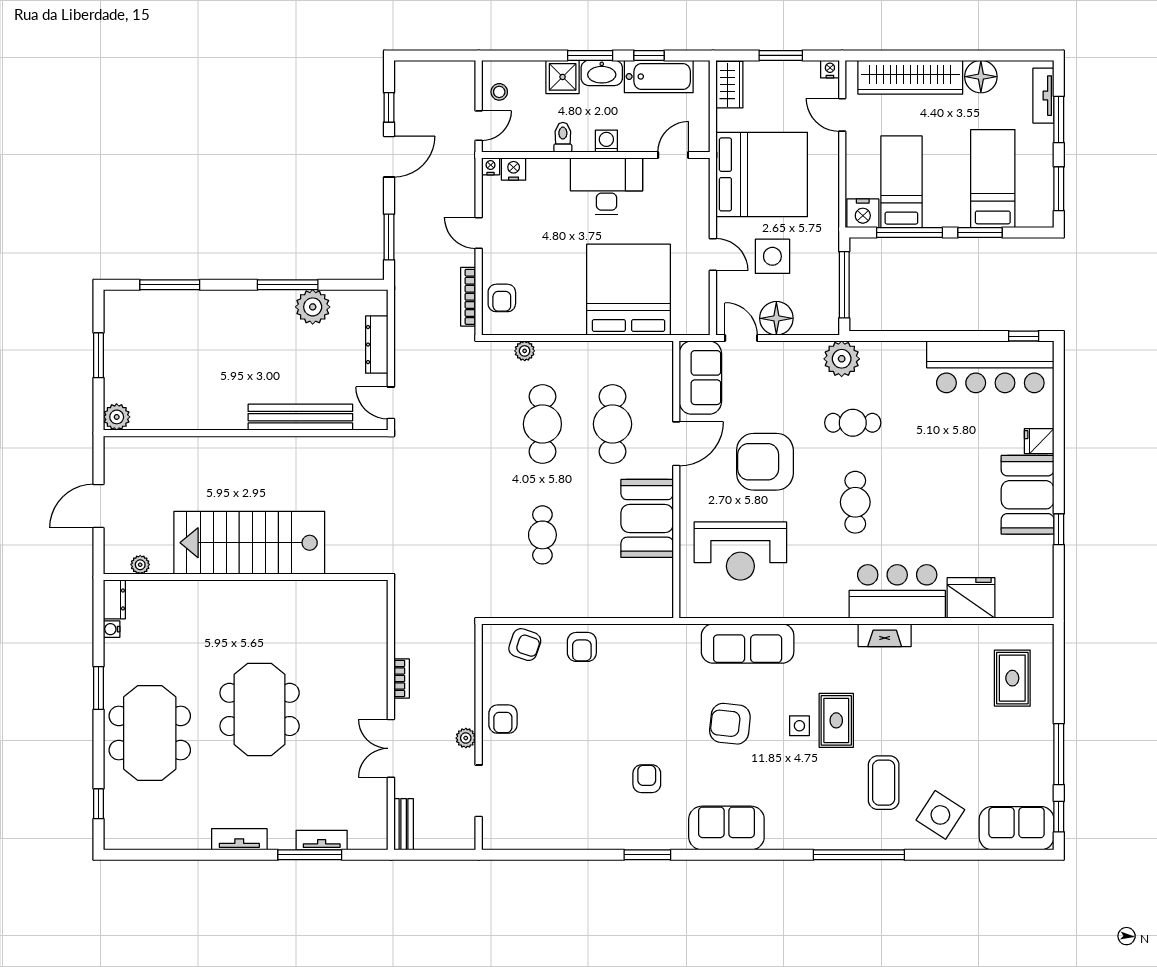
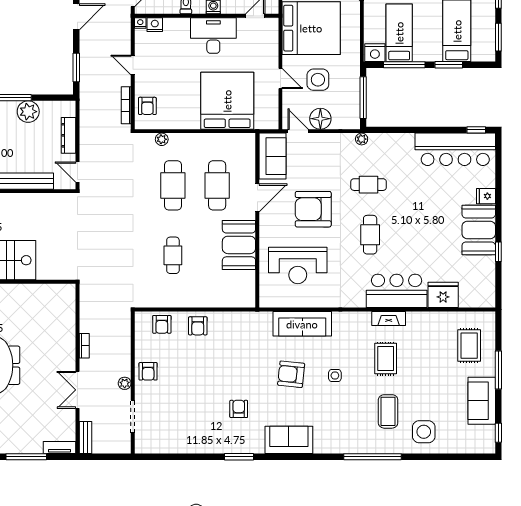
plant: (842, 359) -> (362, 139), width x0.53, depth x0.53
armchair: (525, 645) -> (162, 324), turned 71
rug: (836, 720) -> (386, 359), moved
window: (1059, 754) -> (498, 370), moved
side table: (940, 815) -> (424, 432), turned -33
sofa: (1017, 828) -> (482, 401), moved, turned -90
tv unit: (322, 840) -> (60, 448), moved

